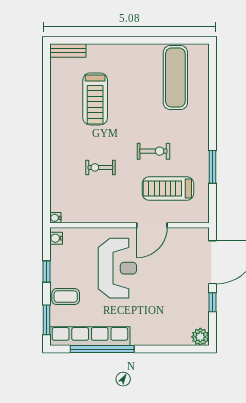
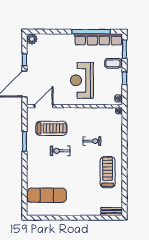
exercise mat: (175, 78) -> (47, 195), turned 90
treadmill: (95, 99) -> (108, 172), moved
door: (152, 225) -> (44, 106), moved

